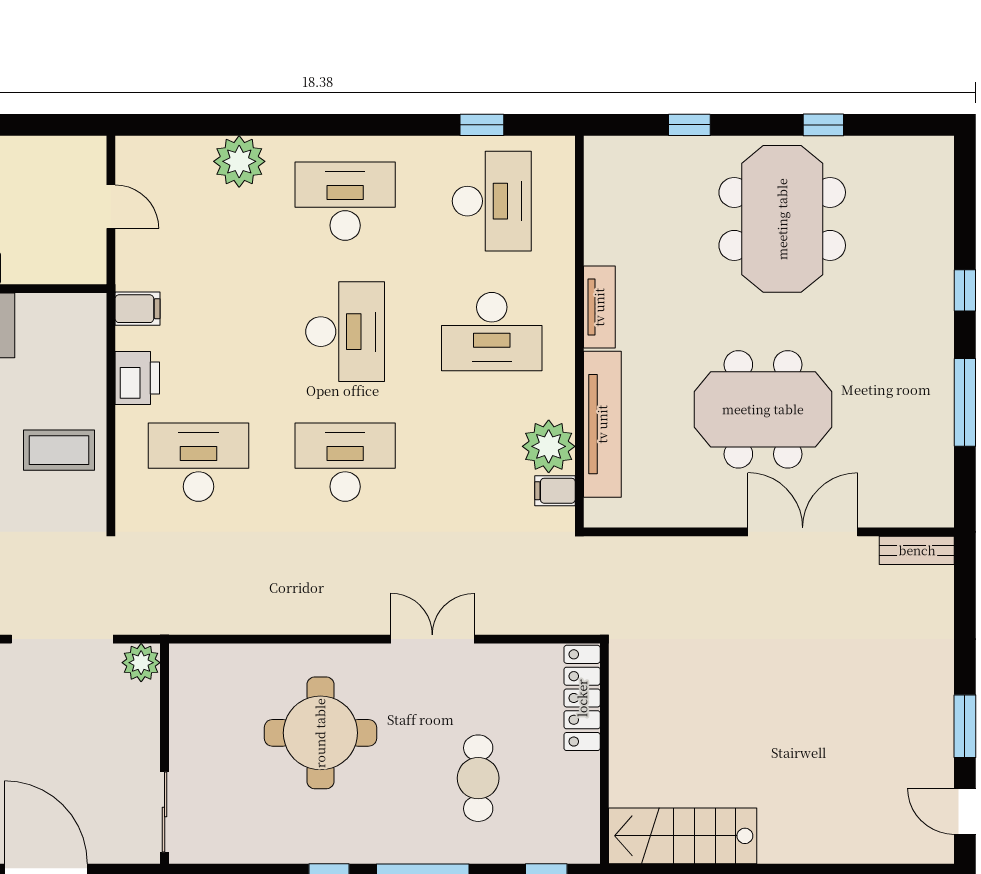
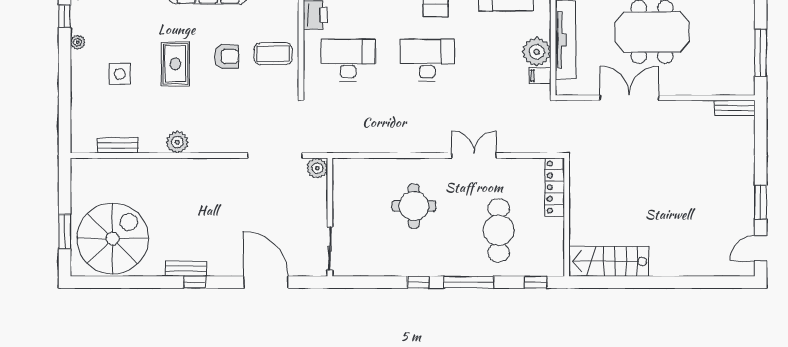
window: (965, 402) -> (761, 53), moved
double door: (803, 532) -> (629, 98), moved
round table: (320, 733) -> (414, 206), width x0.73, depth x0.73
cafe table: (478, 778) -> (499, 230), width x1.37, depth x1.35
door: (965, 811) -> (761, 248), hinge flipped

